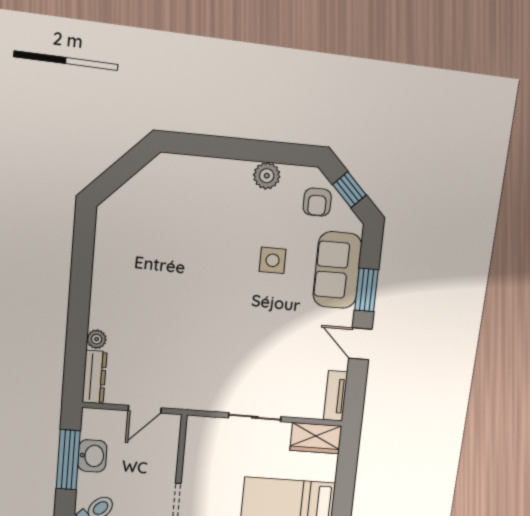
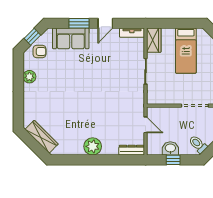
wardrobe: (137, 190) -> (42, 137), added
side table: (273, 260) -> (69, 70), removed
plant: (97, 339) -> (93, 146), moved, width x1.88, depth x1.88
window: (68, 460) -> (173, 160), width x0.46

